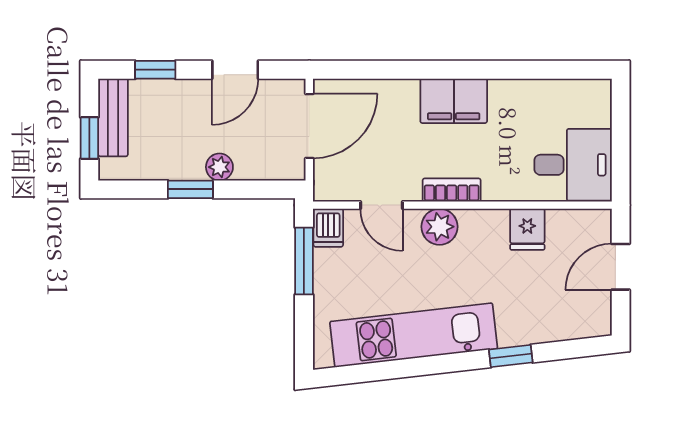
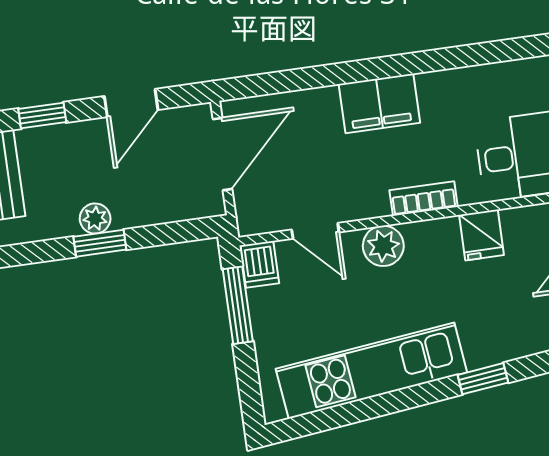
plant: (219, 167) -> (95, 219), moved
bookcase: (452, 190) -> (424, 199), moved

